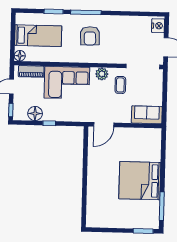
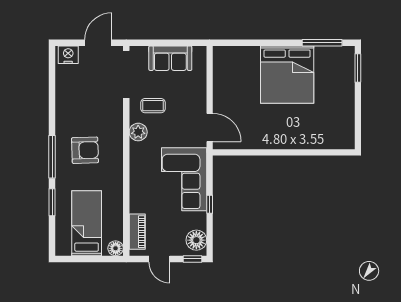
corner sofa: (67, 83) -> (184, 179), moved, turned 180
floor lamp: (35, 113) -> (196, 240), moved
sofa: (147, 115) -> (170, 58), moved, turned -90

